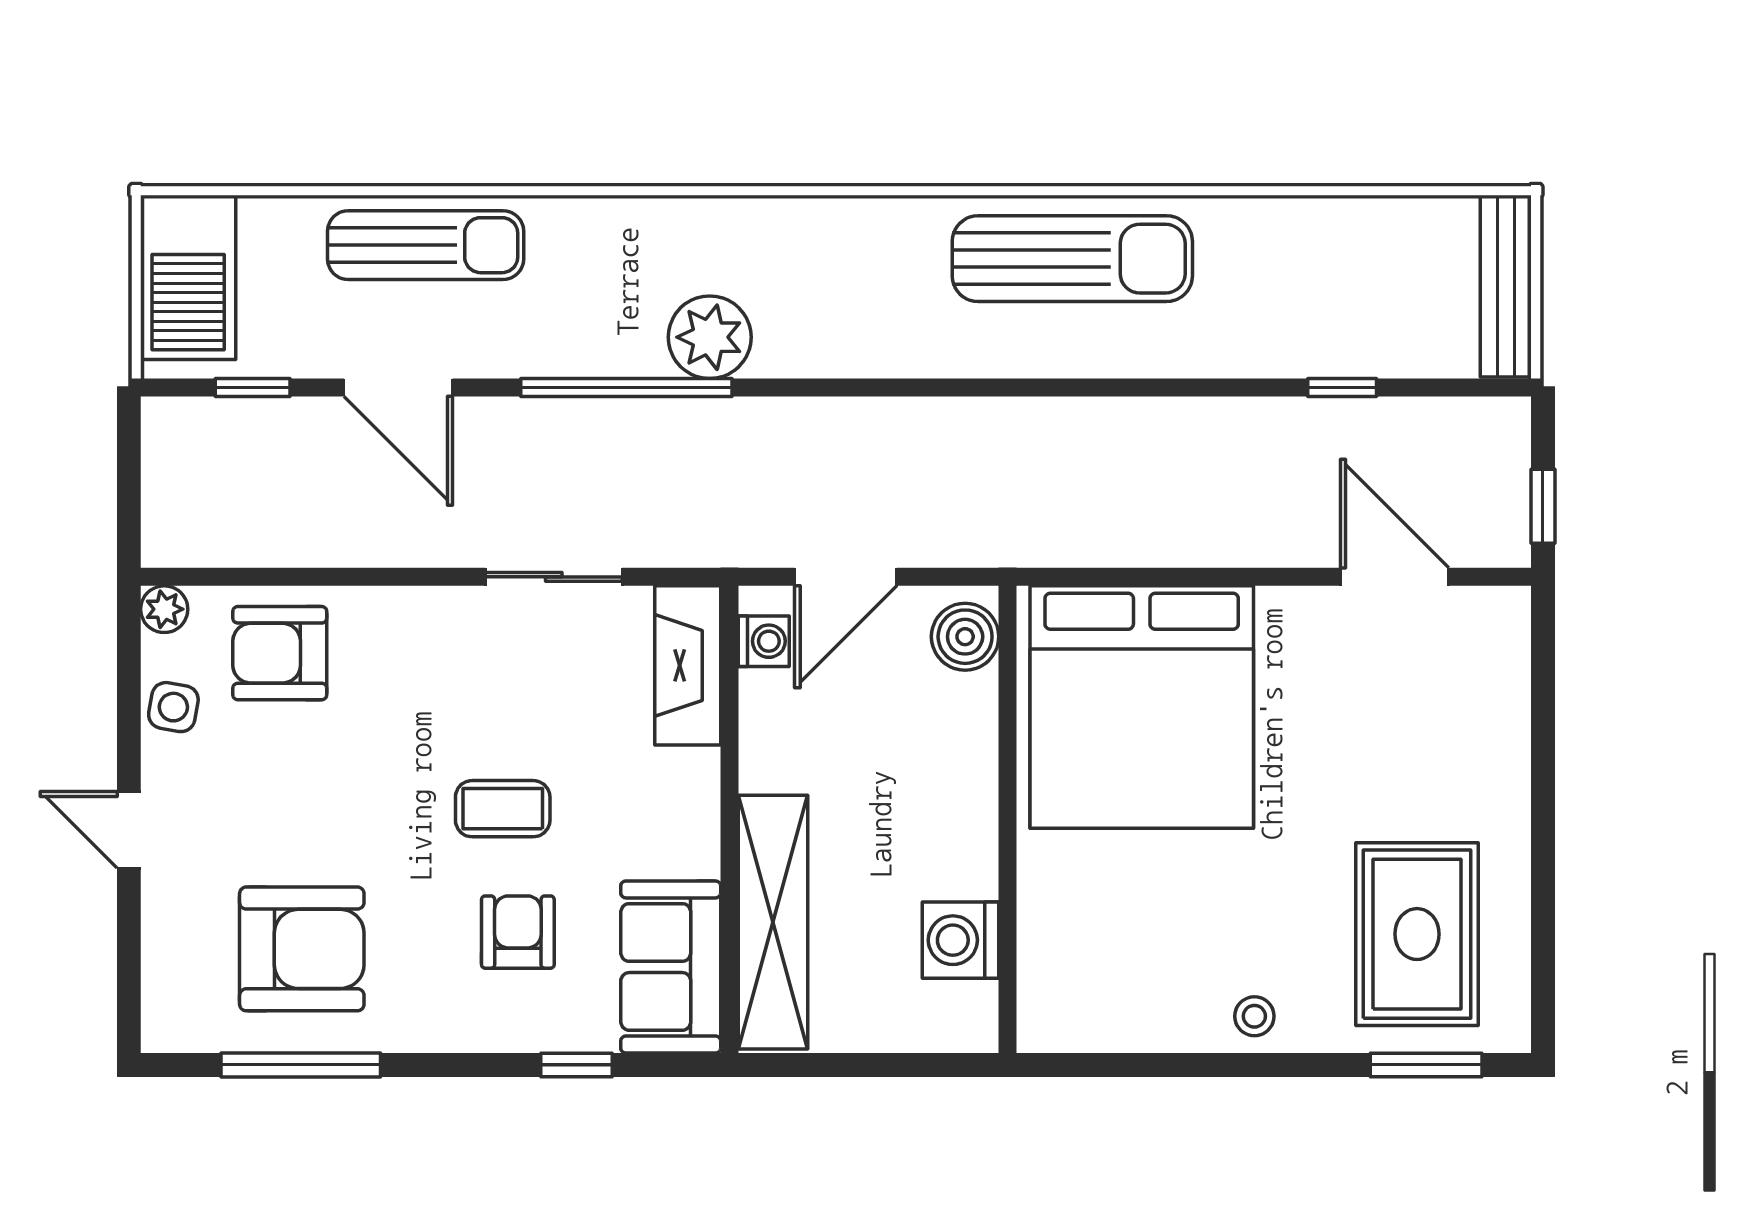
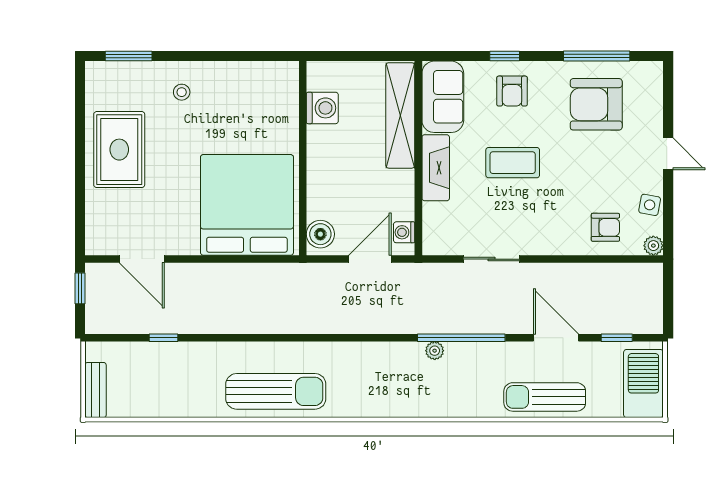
sun lounger: (1072, 259) -> (276, 391), turned 180
bench: (1506, 286) -> (96, 390), width x0.73
plant: (710, 337) -> (435, 351), width x0.53, depth x0.53
armchair: (280, 653) -> (605, 227), width x0.72, depth x0.72
fireplace: (688, 665) -> (436, 168), moved
coffee table: (503, 809) -> (513, 163), width x1.36, depth x1.30
armchair: (518, 932) -> (512, 91), moved
rug: (1417, 934) -> (119, 150), moved
stool: (1254, 1016) -> (182, 92), moved
window: (577, 1065) -> (505, 56), moved

